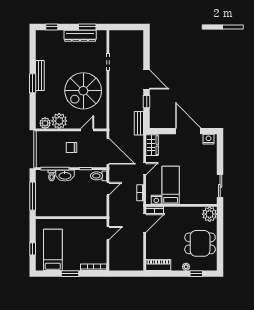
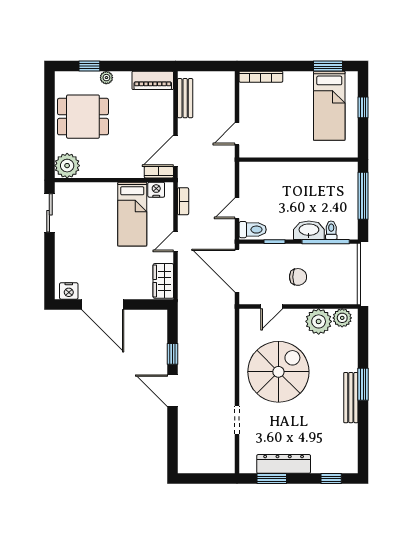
bench: (139, 123) -> (185, 98), moved
window: (70, 274) -> (328, 66), moved

